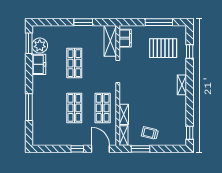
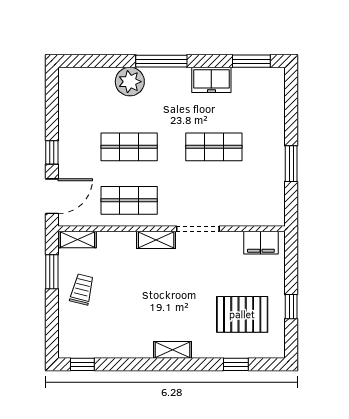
window: (159, 22) -> (291, 307), width x0.46
shelving: (110, 41) -> (256, 215), removed
plant: (40, 46) -> (130, 82), moved
pallet: (163, 48) -> (242, 314), turned 90
window: (29, 107) -> (161, 61), moved
shelving: (124, 114) -> (156, 240), moved

